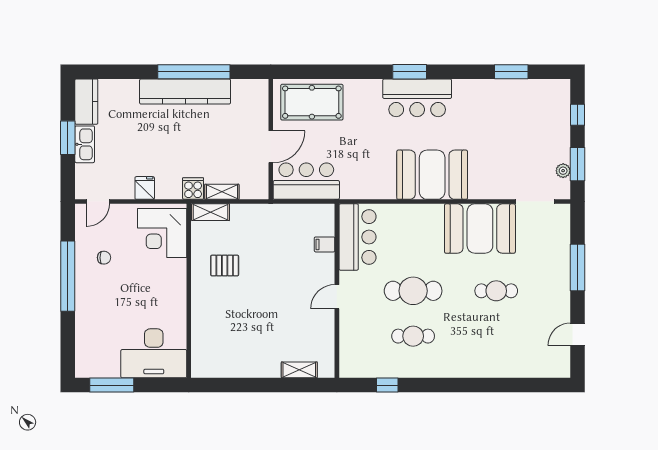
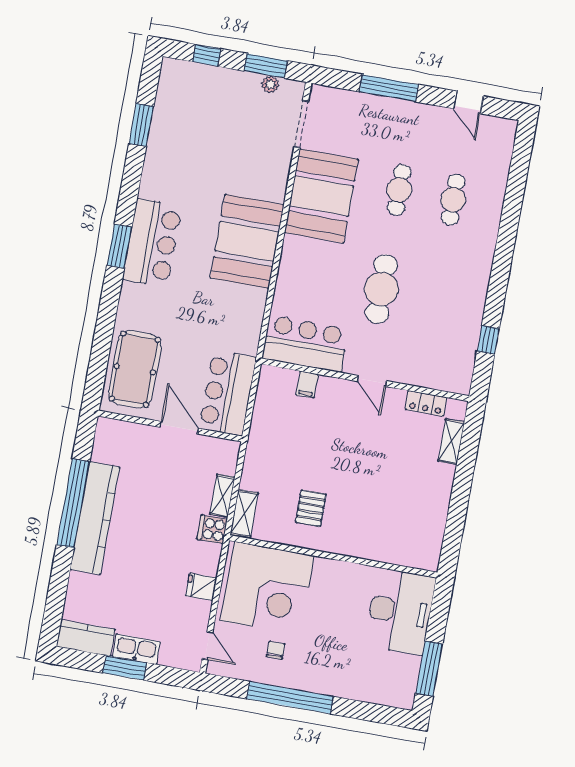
corner desk: (162, 233) -> (267, 588), width x1.36, depth x1.36
cafe table: (413, 336) -> (453, 200), moved
locker: (327, 344) -> (426, 403), added

